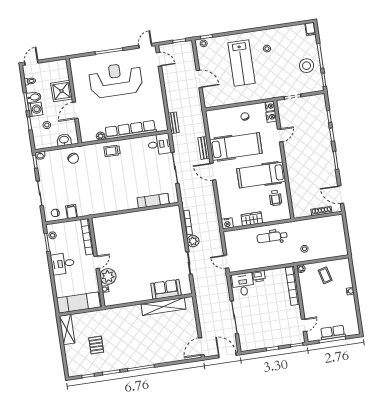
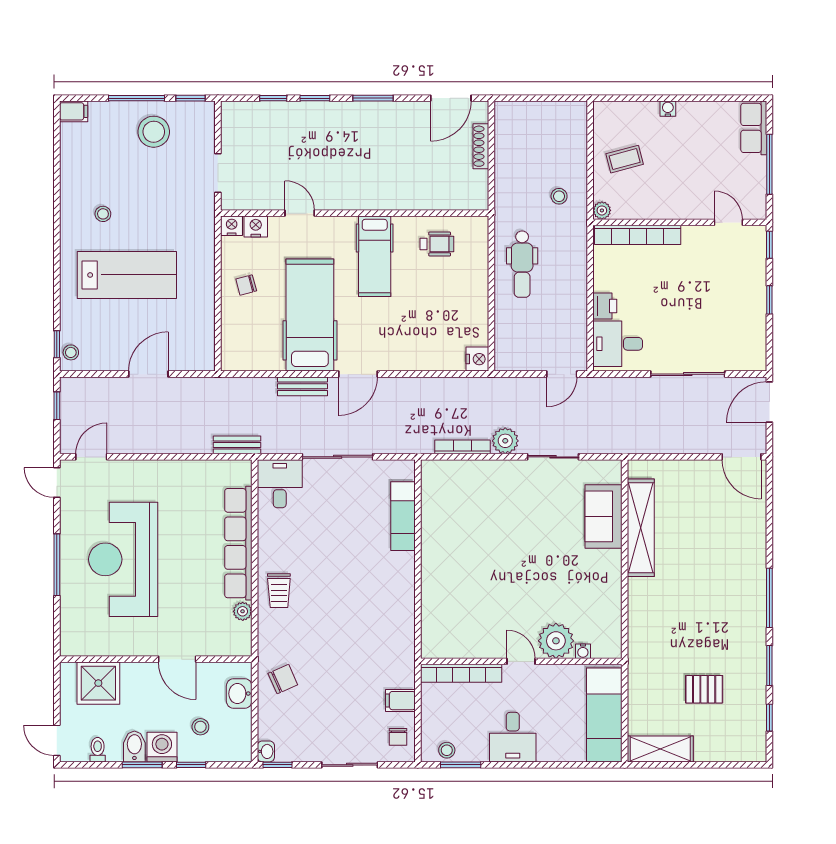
shower: (62, 91) -> (98, 683), moved
hospital bed: (261, 175) -> (375, 256), width x0.73, depth x0.78
wardrobe: (252, 219) -> (476, 303), removed
row of seats: (333, 333) -> (754, 128), moved

